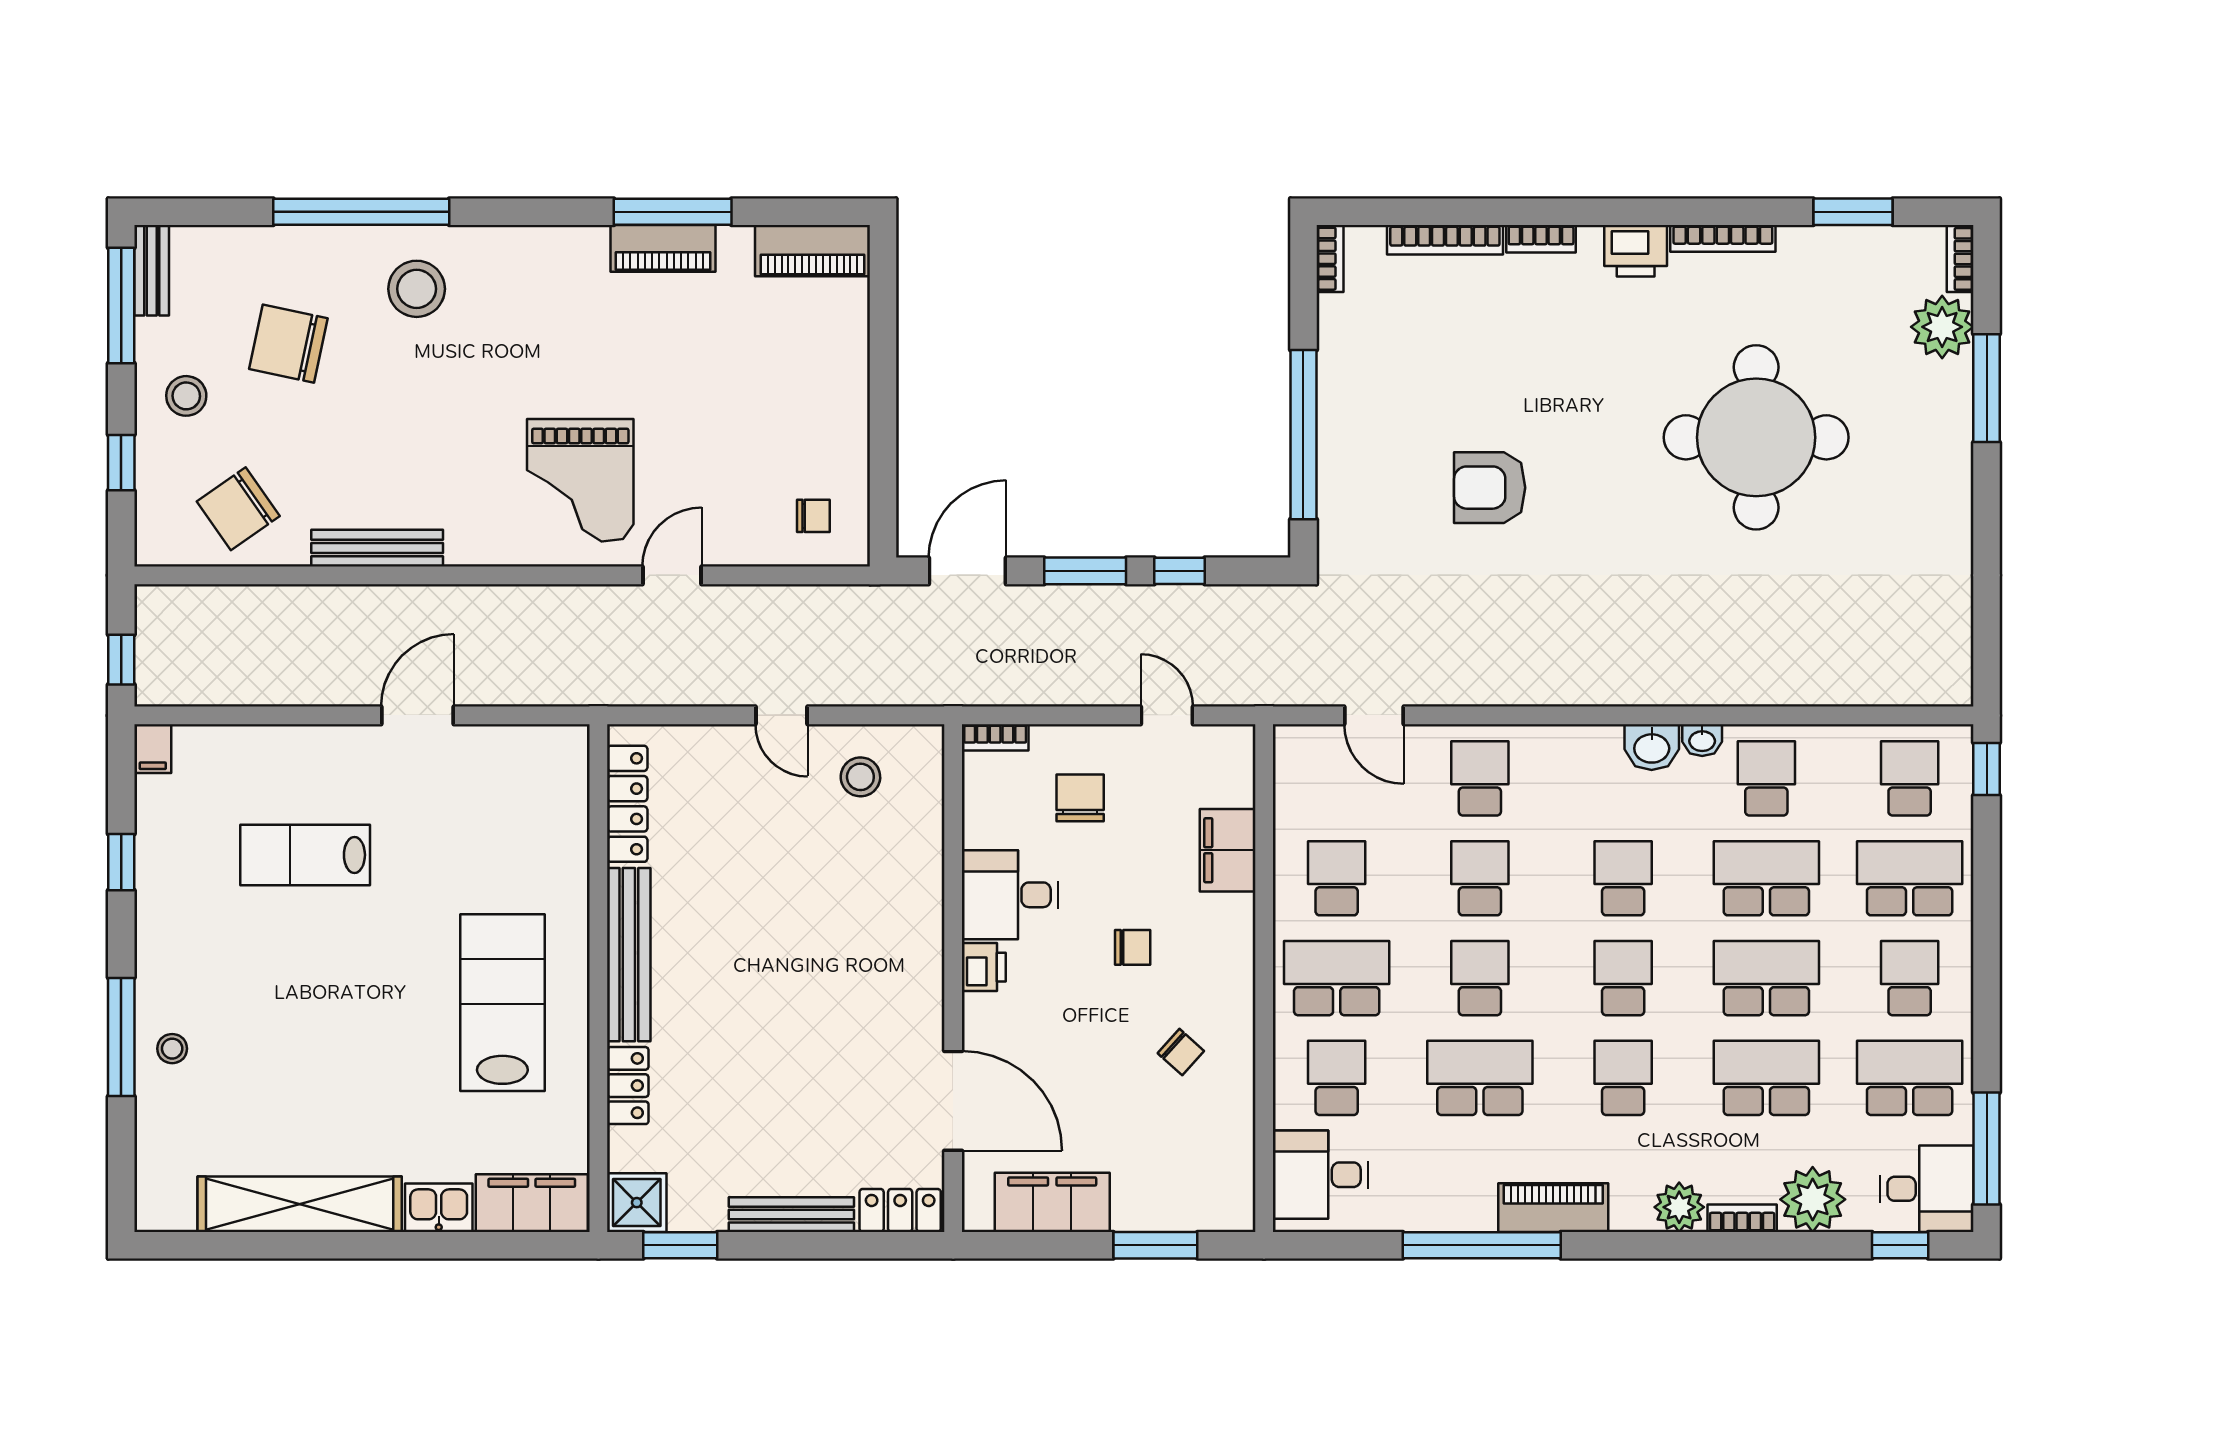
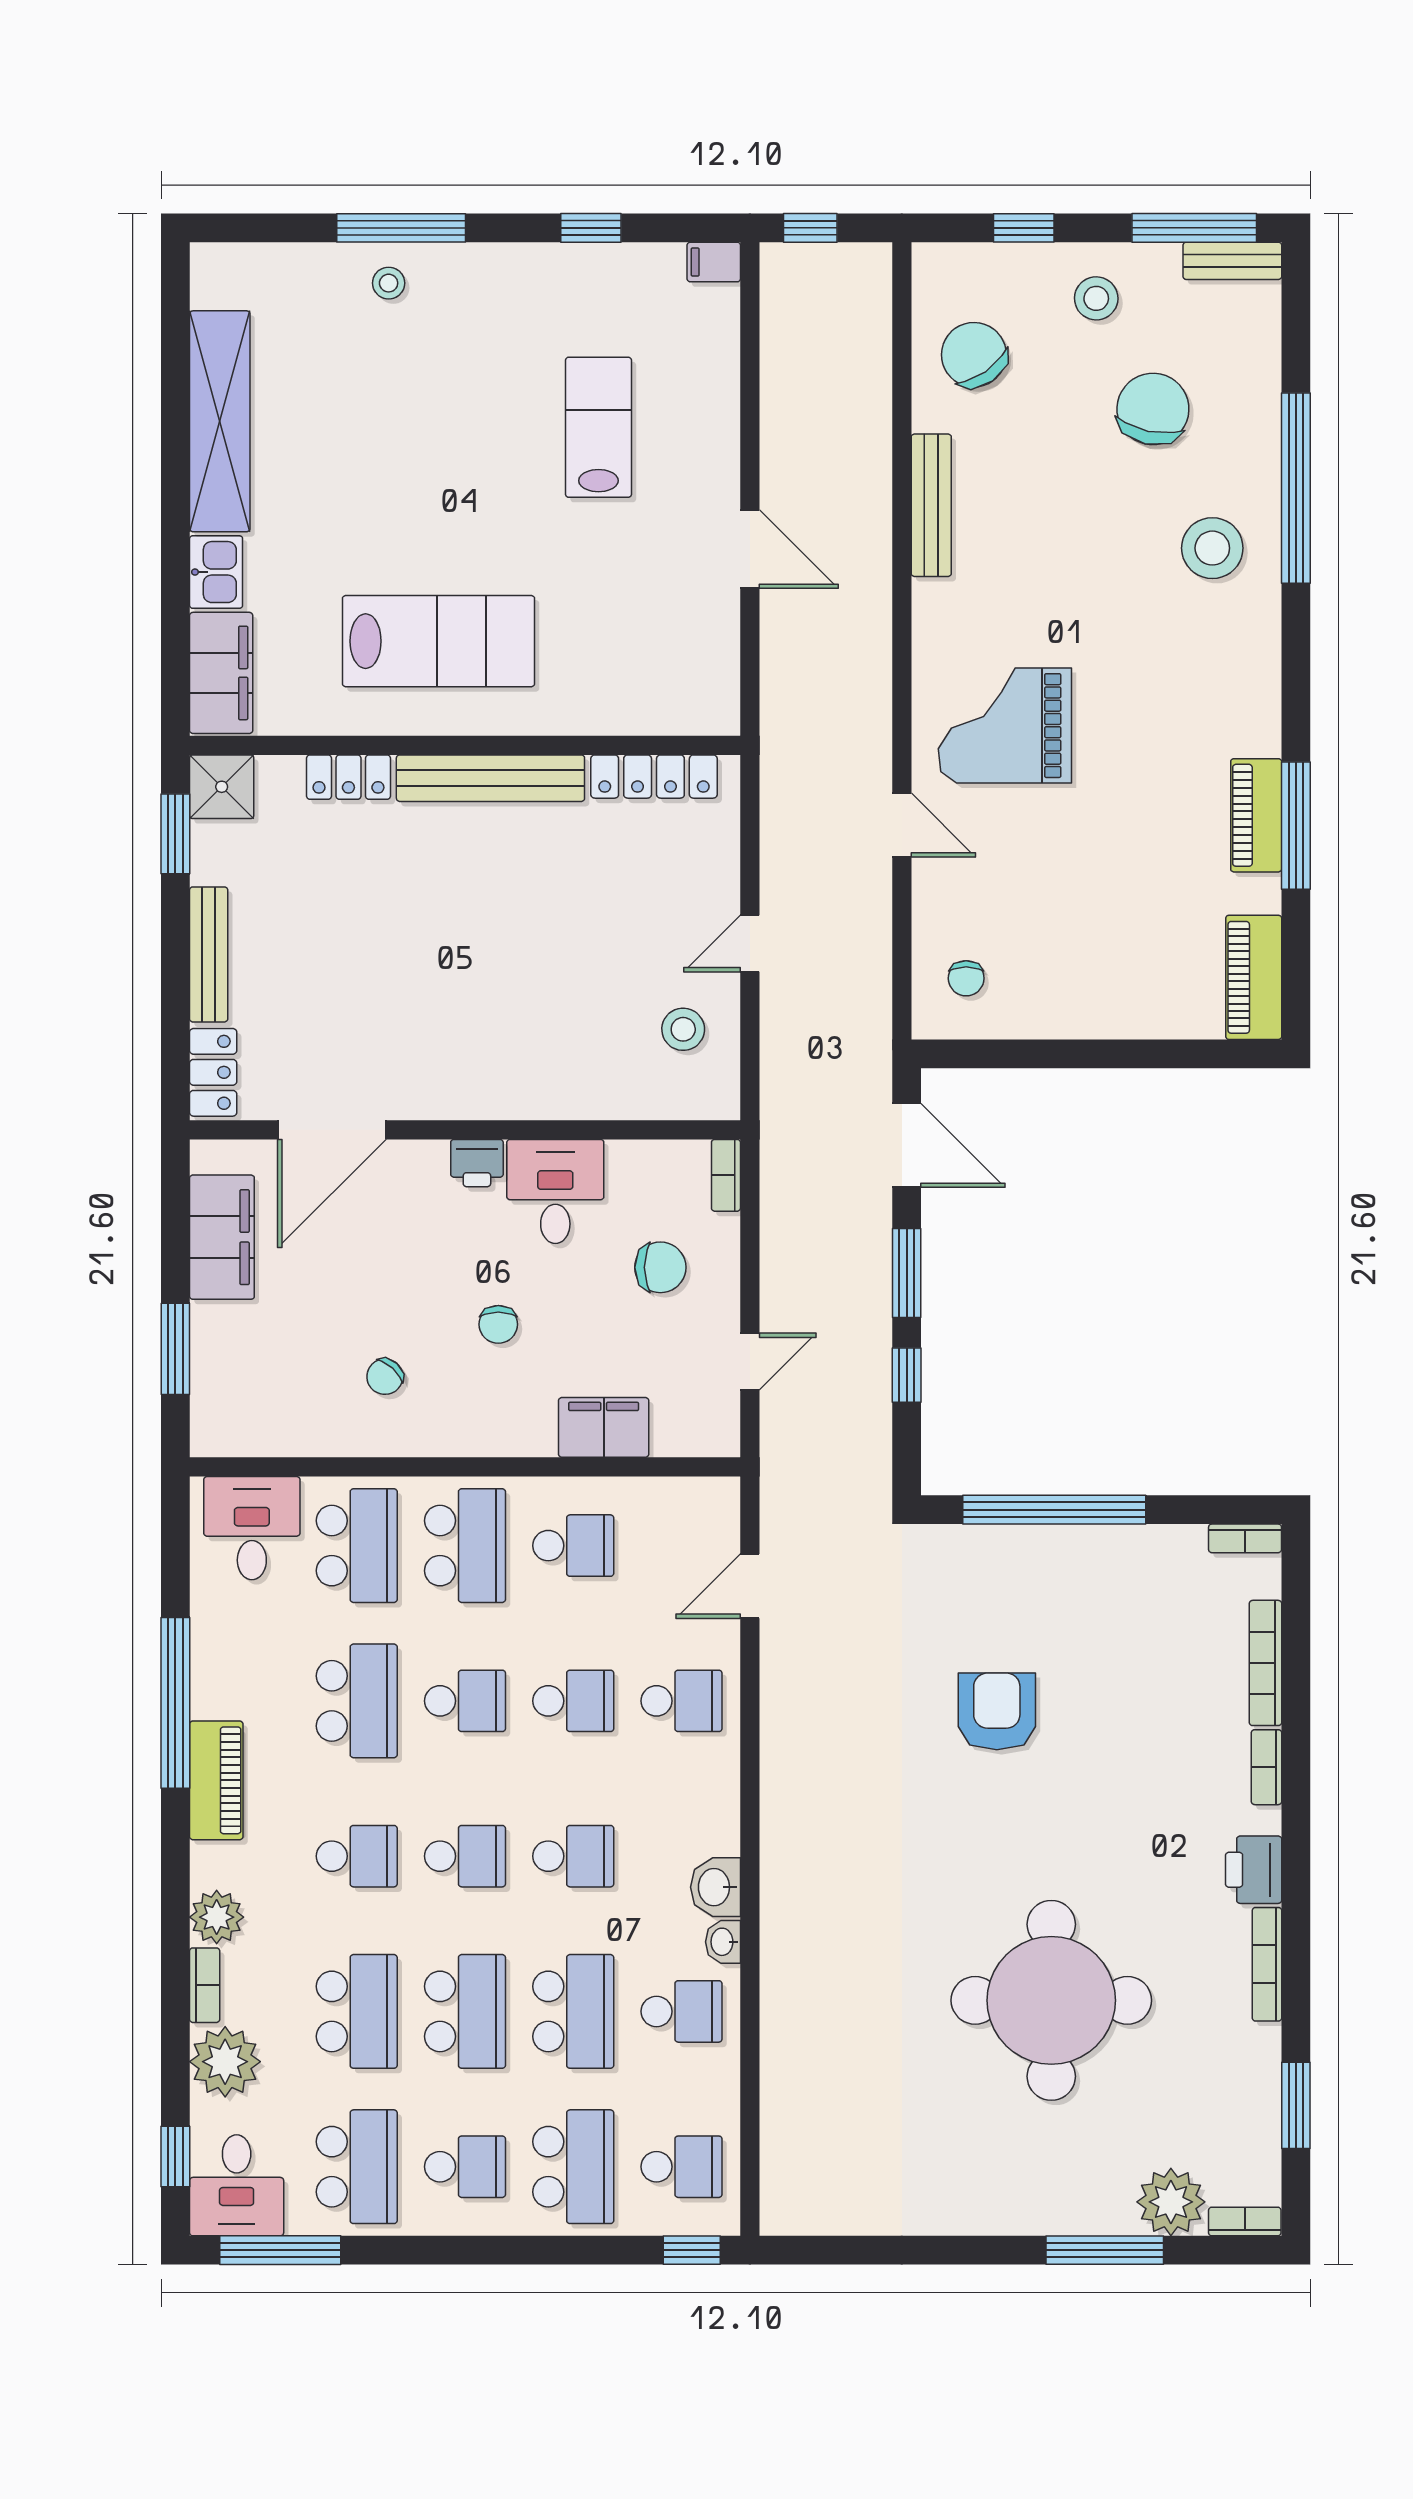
school desk: (1337, 1078) -> (357, 1546), width x1.85

